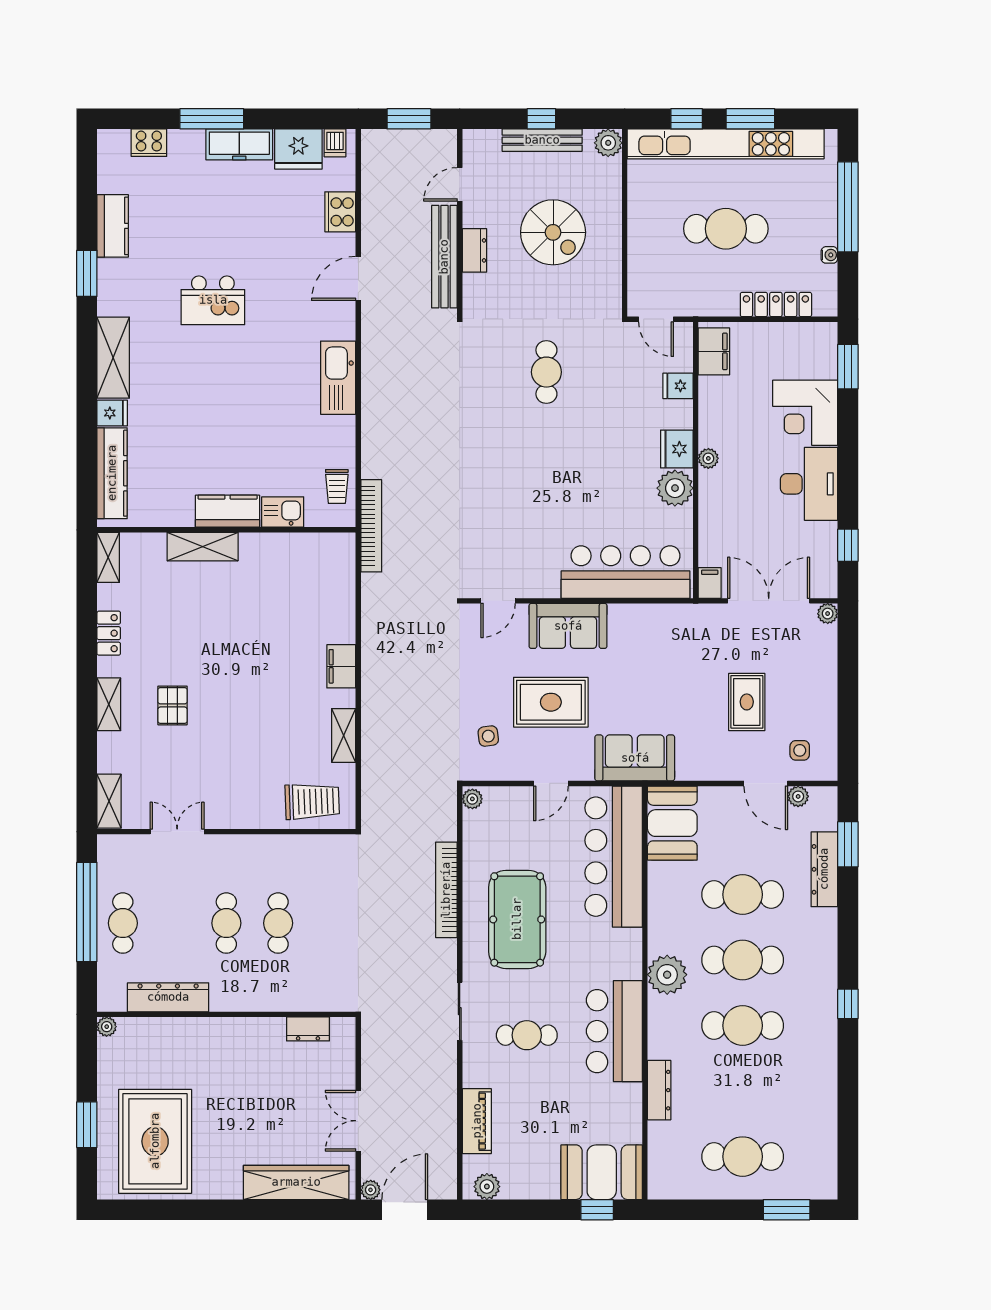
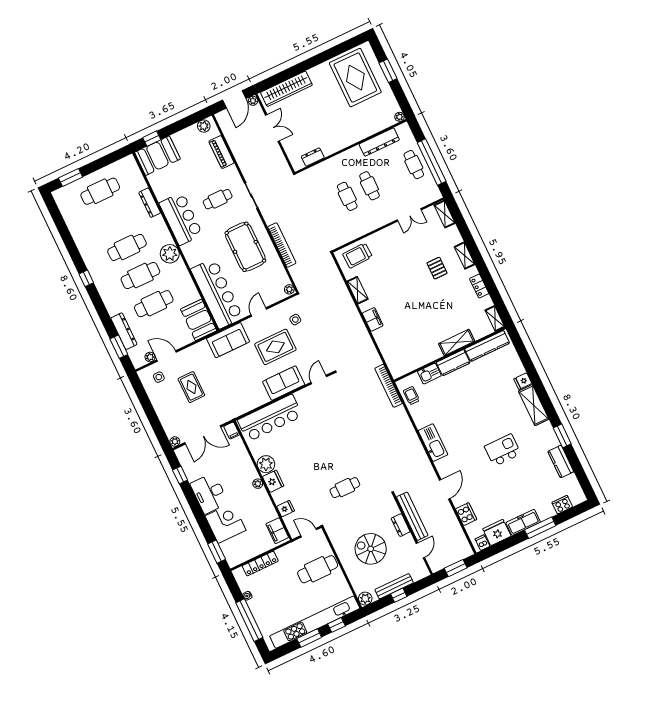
cafe table: (726, 229) -> (318, 569), moved
cafe table: (546, 372) -> (345, 488), turned 90
kitchen counter: (112, 473) -> (487, 346), moved, turned -90

